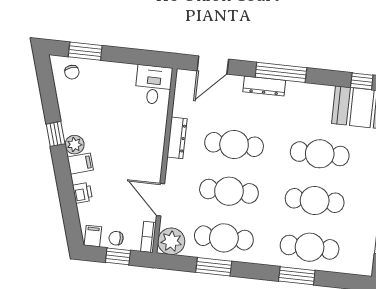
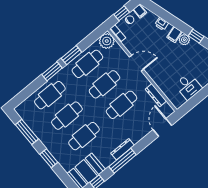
window: (281, 72) -> (122, 161), moved
desk: (153, 85) -> (188, 86), moved
dresser: (264, 86) -> (123, 149), moved
dresser: (177, 138) -> (156, 95), moved
door: (160, 200) -> (136, 63), moved
window: (214, 267) -> (71, 55), moved
window: (297, 276) -> (52, 71), moved

